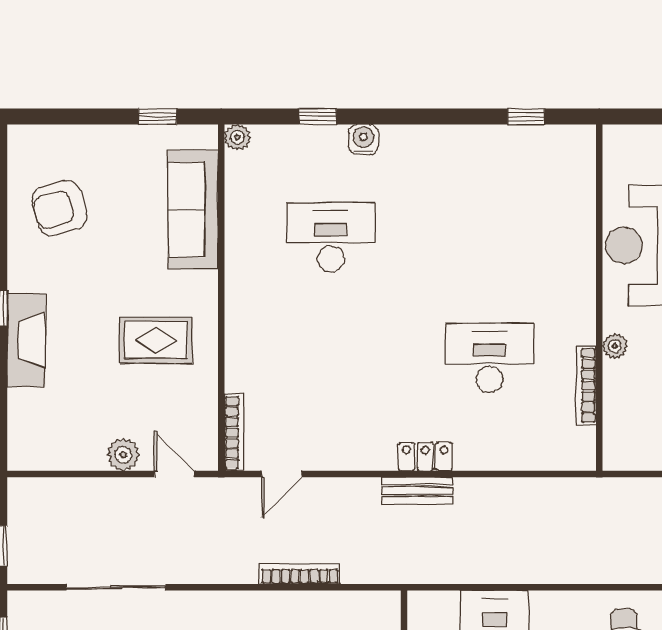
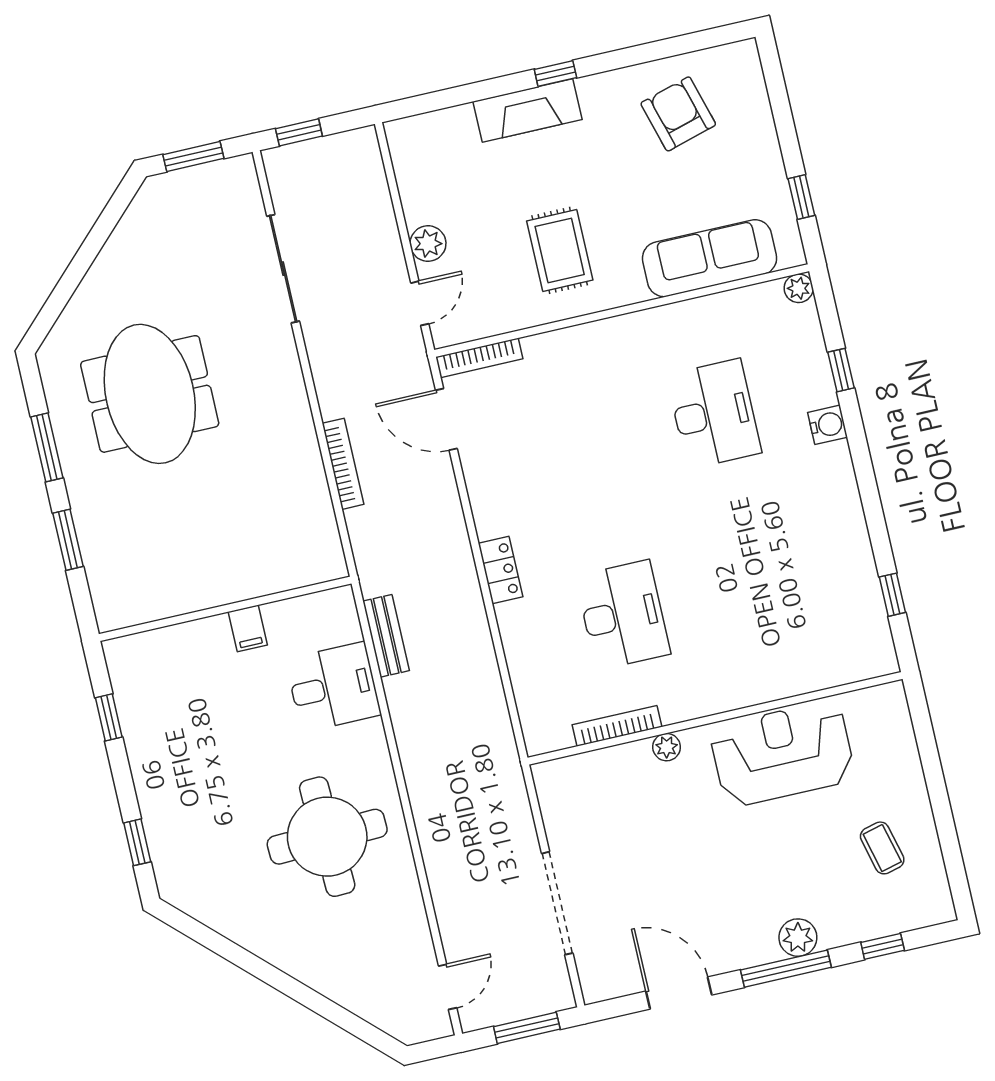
door: (282, 474) -> (446, 419), width x1.38
bench: (417, 491) -> (386, 636), moved

